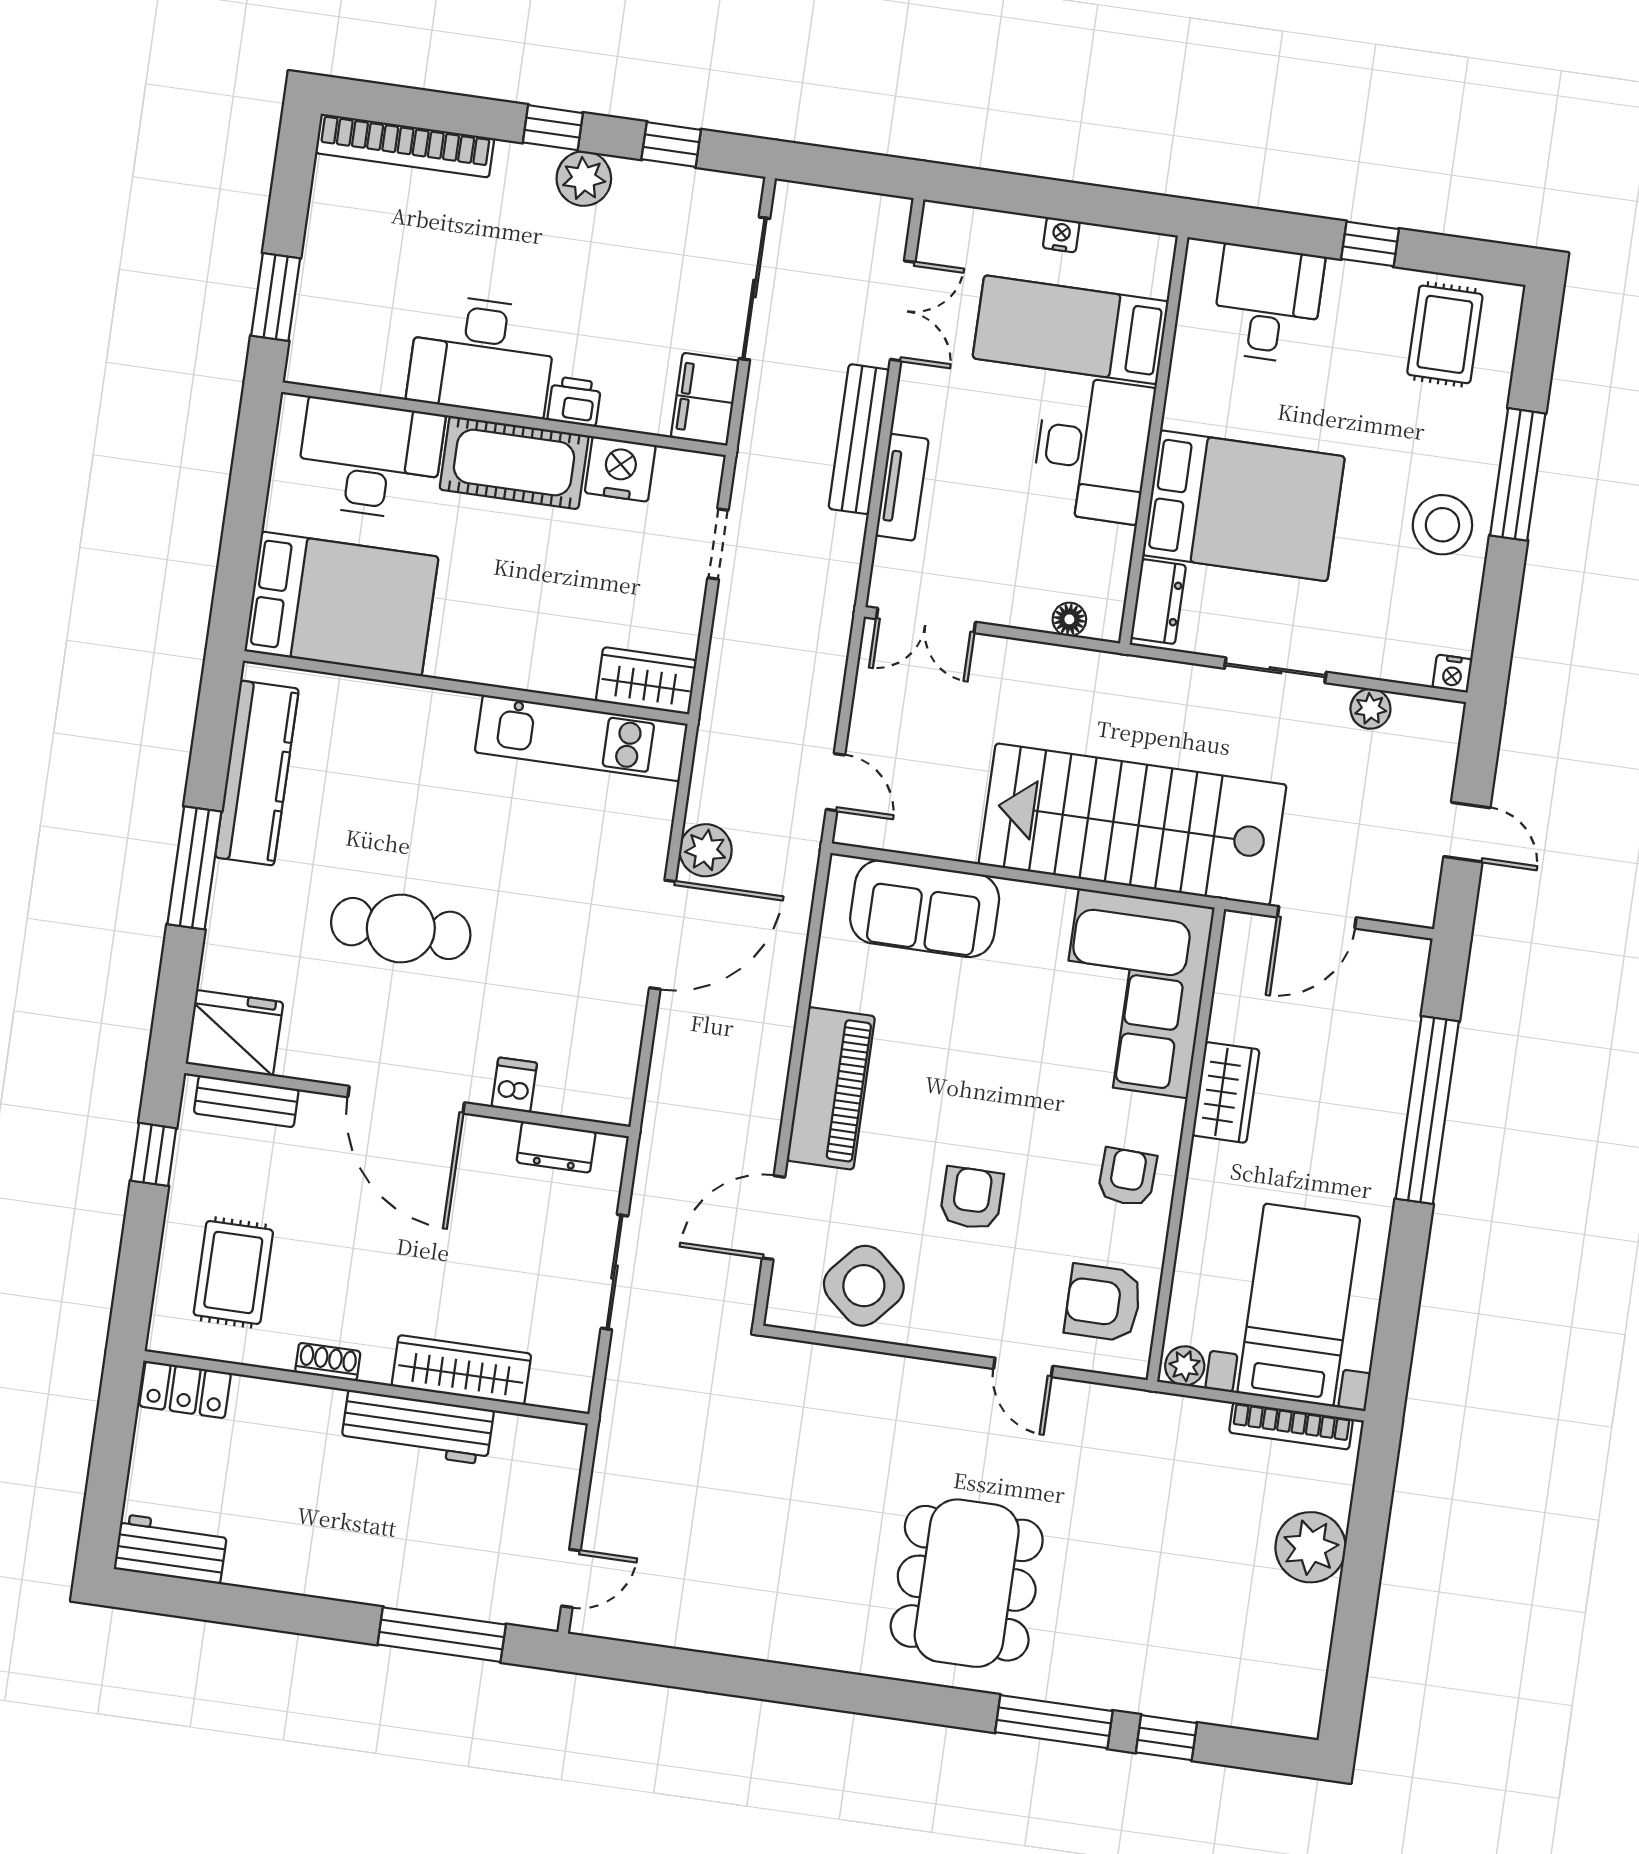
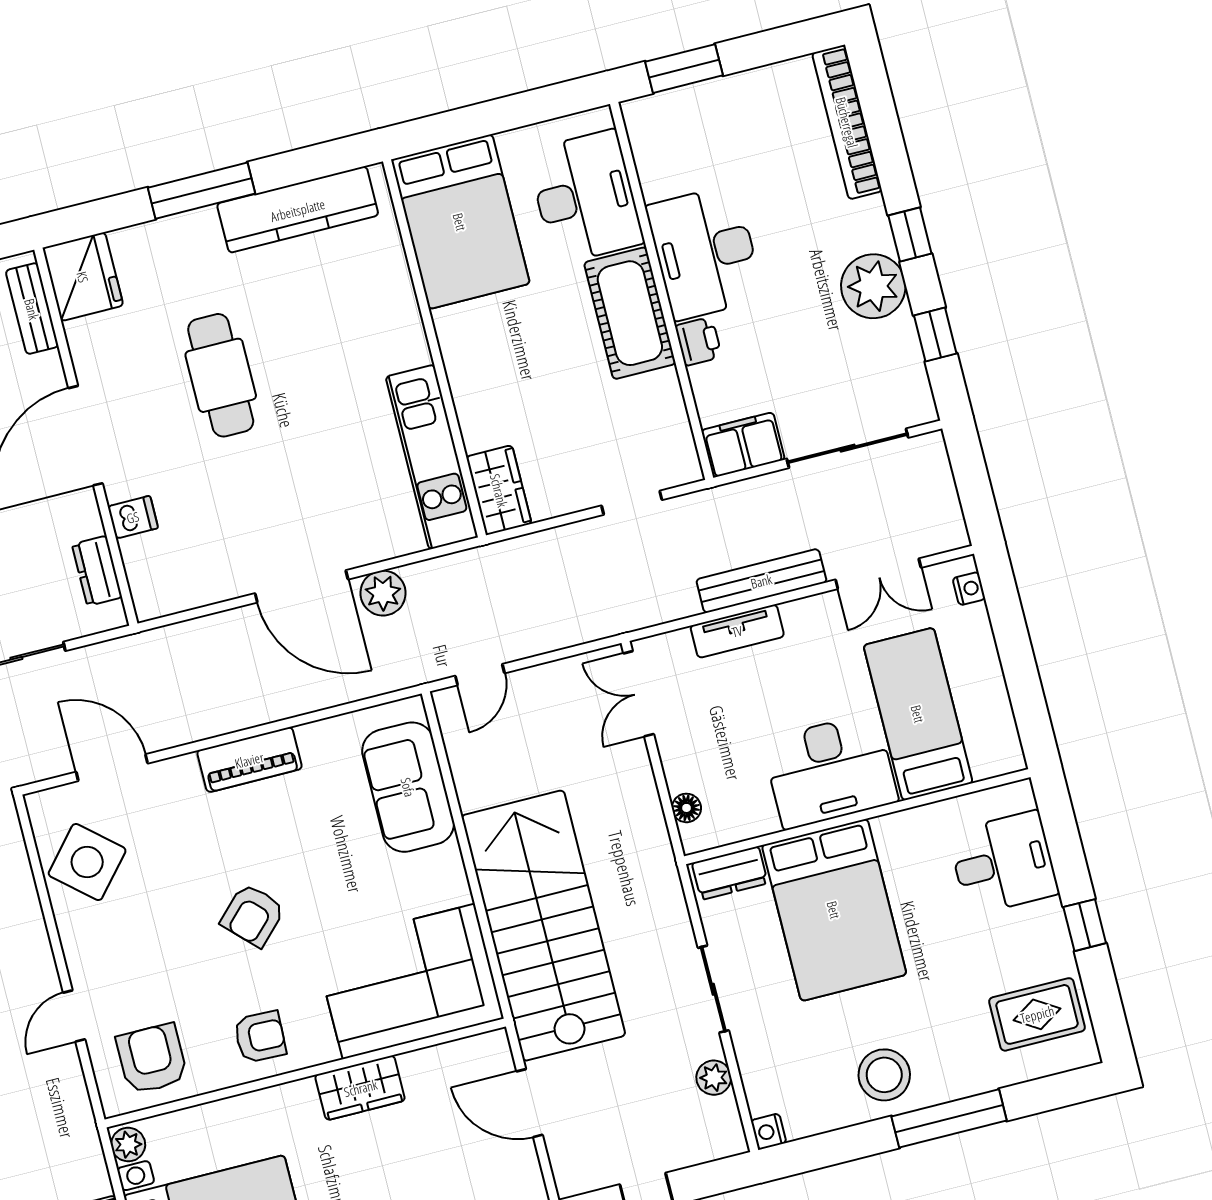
plant: (584, 179) -> (873, 286), width x1.36, depth x1.36
nightstand: (1061, 235) -> (969, 589), moved
nightstand: (620, 469) -> (660, 400), removed
piano: (831, 1088) -> (249, 760), width x0.73, depth x0.75
armchair: (972, 1198) -> (253, 915), moved, turned 135

